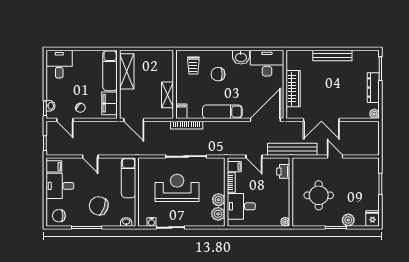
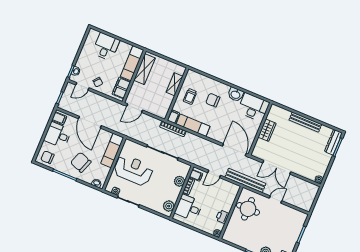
desk: (59, 64) -> (106, 47), moved
trolley: (193, 65) -> (190, 96), moved
dresser: (373, 88) -> (333, 142), moved
wardrobe: (293, 89) -> (267, 130), width x0.67
shelving: (168, 95) -> (175, 84), moved
exam couch: (222, 112) -> (193, 125), moved
door: (65, 120) -> (82, 86), hinge flipped
door: (134, 120) -> (135, 108), hinge flipped
door: (265, 120) -> (234, 150), hinge flipped
door: (90, 156) -> (90, 122), width x1.88
door: (254, 156) -> (214, 174), hinge flipped
door: (335, 156) -> (275, 199), hinge flipped
printer: (283, 171) -> (222, 217), moved
reception desk: (177, 188) -> (133, 170), moved
round table: (319, 195) -> (248, 209), moved
plant: (219, 200) -> (179, 181), moved

